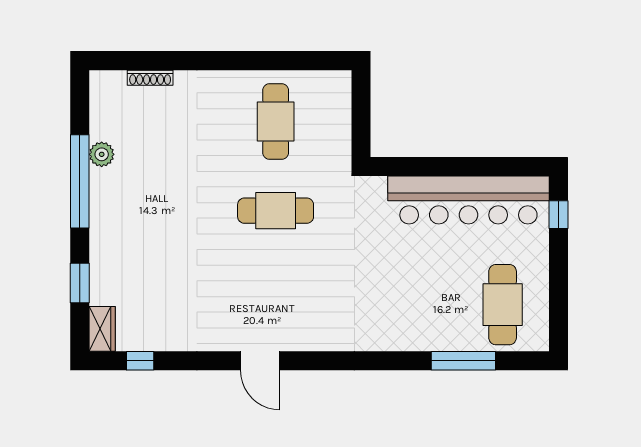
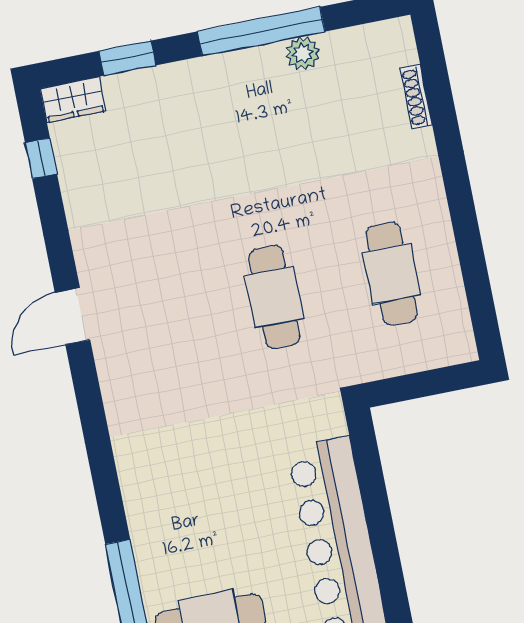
cafe table: (276, 122) -> (392, 274), turned 90

